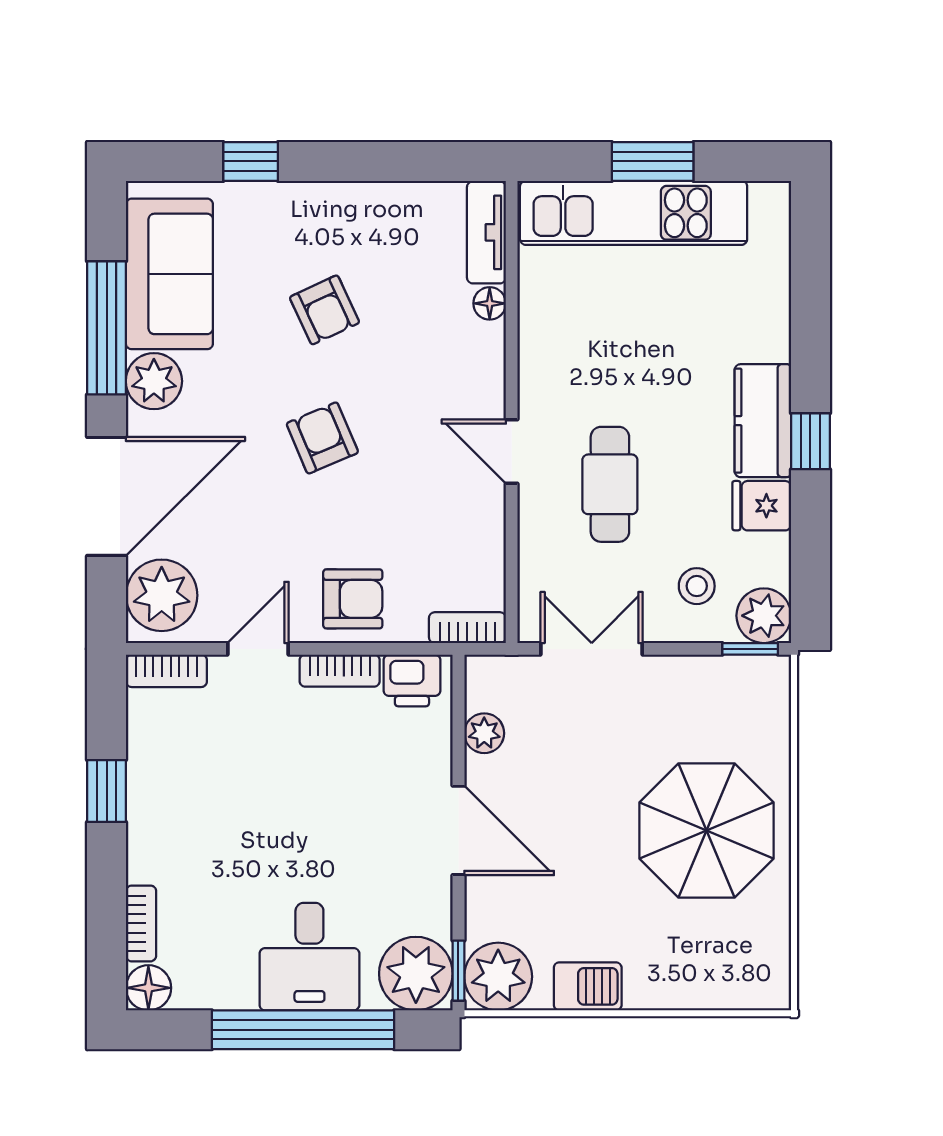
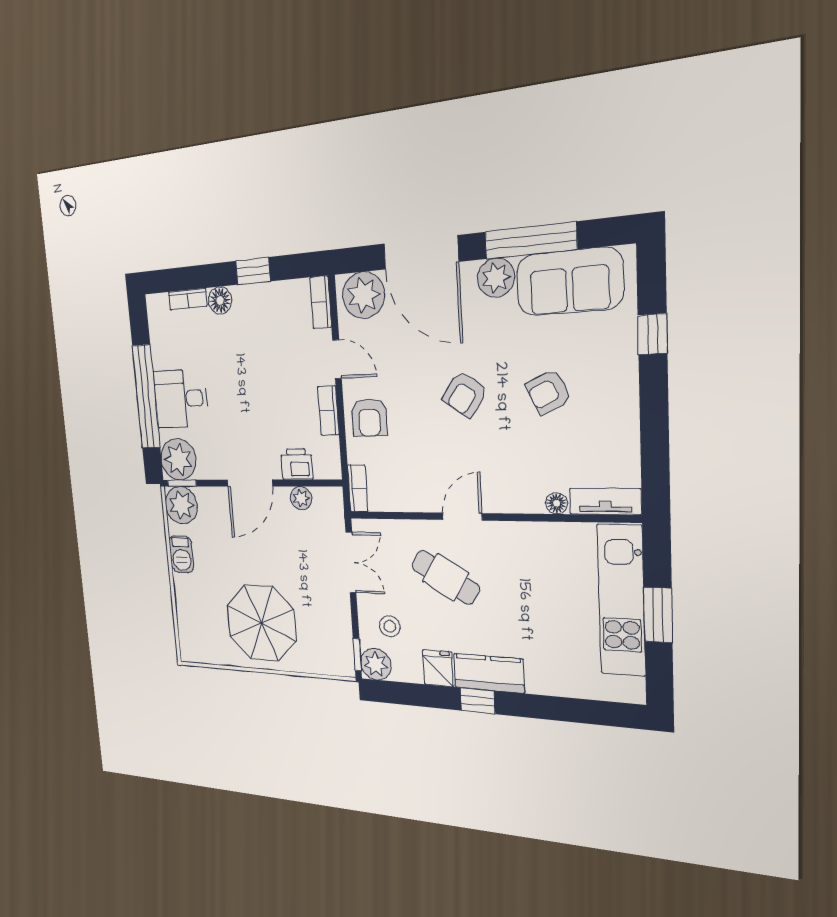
armchair: (322, 438) -> (465, 394), turned 148
cafe table: (610, 484) -> (446, 577), turned 31
printer: (412, 680) -> (297, 464), moved, turned 90
floor lamp: (148, 988) -> (220, 300), moved

